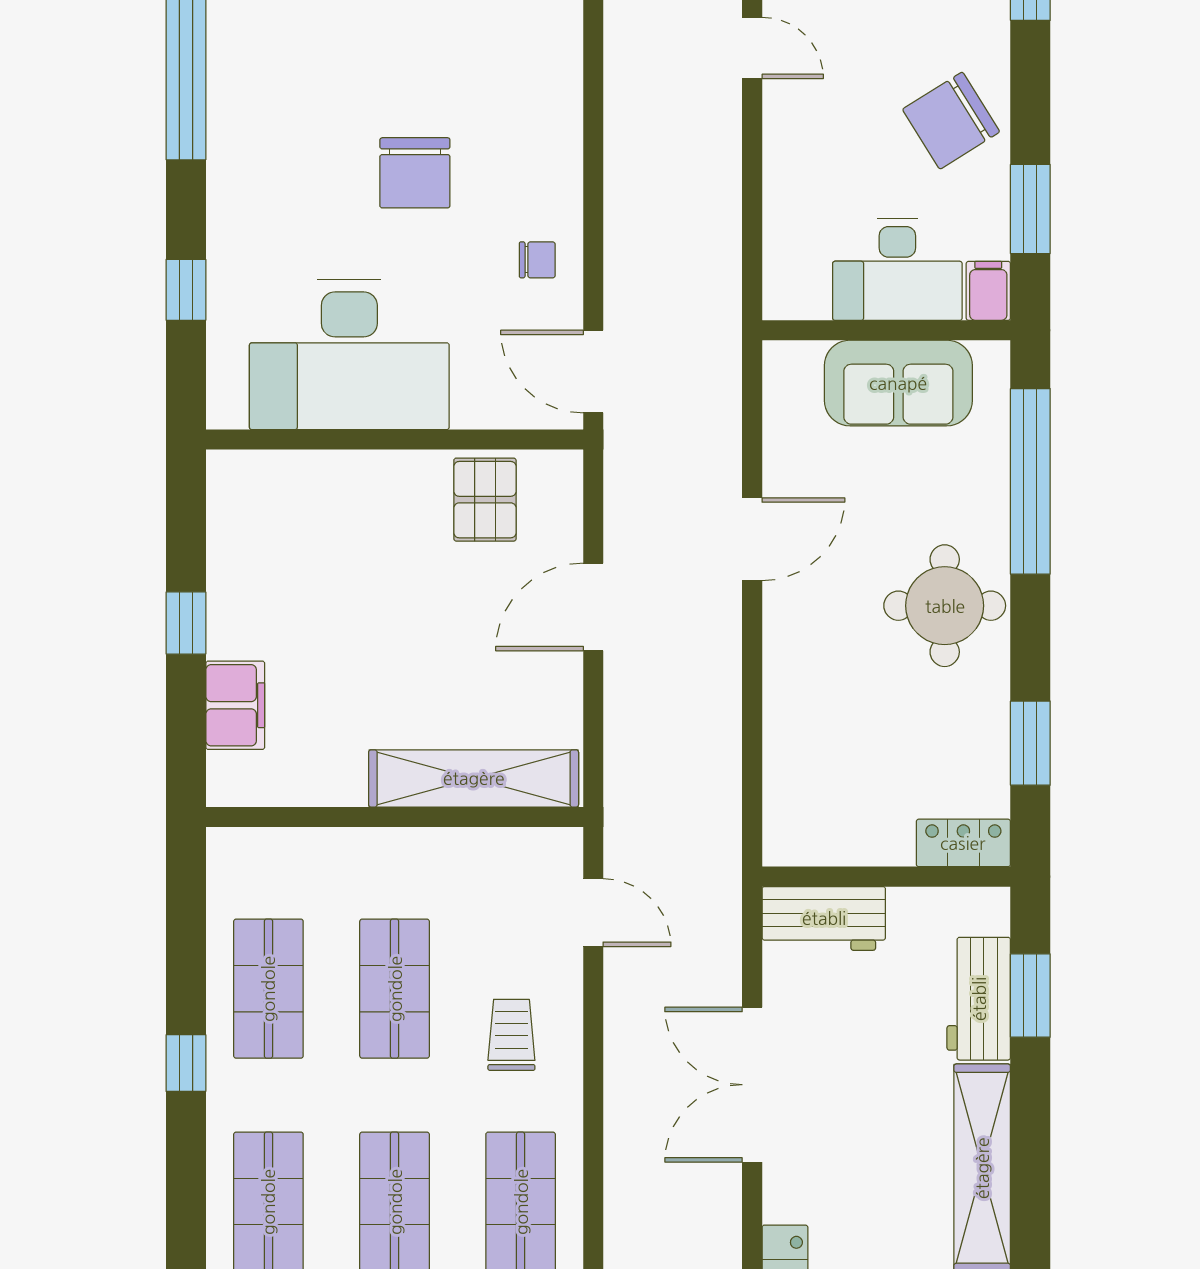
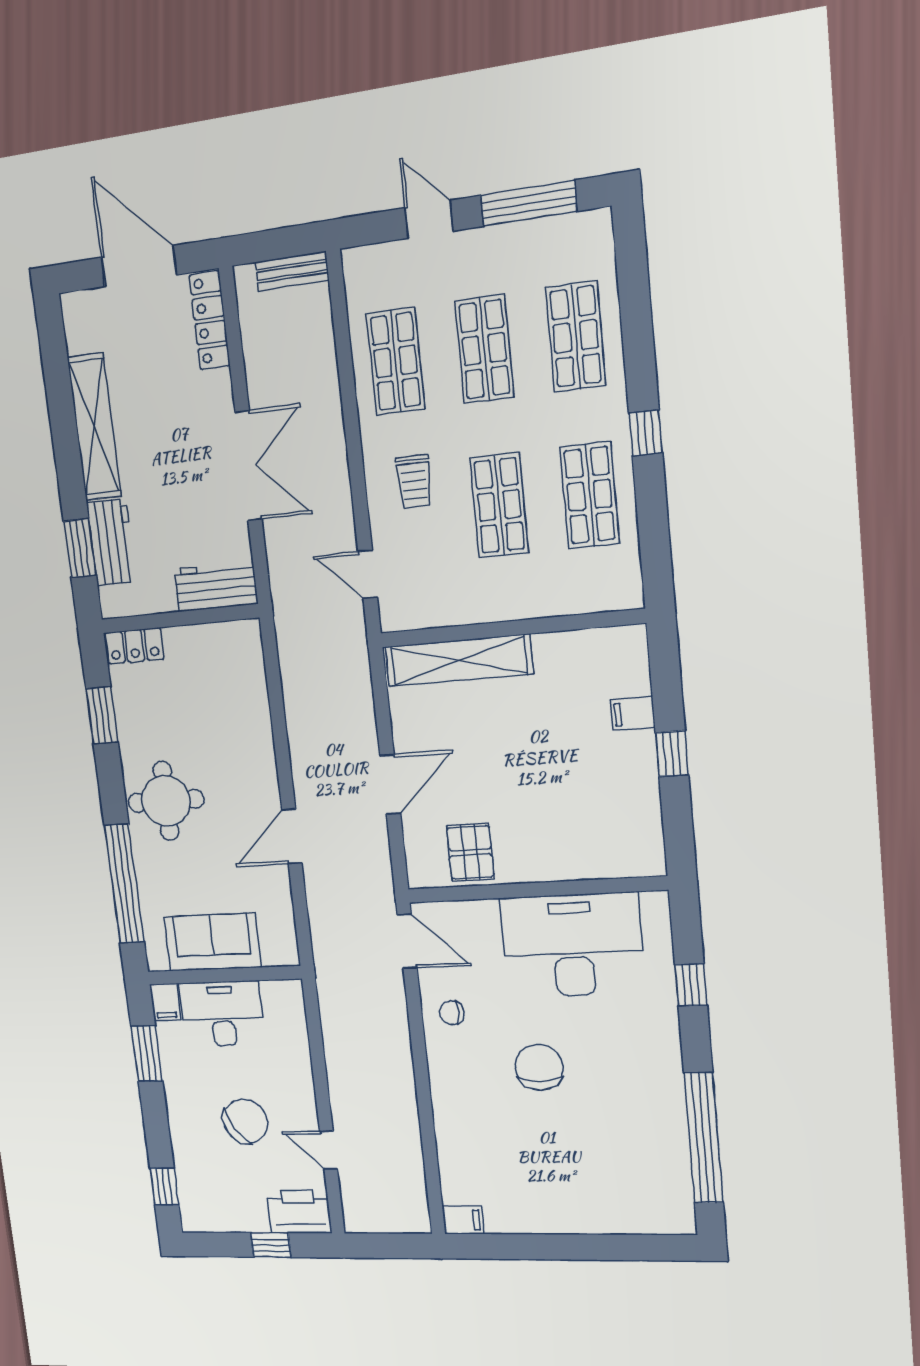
chair: (951, 121) -> (245, 1121), moved
filing cabinet: (235, 705) -> (633, 714), width x0.50

